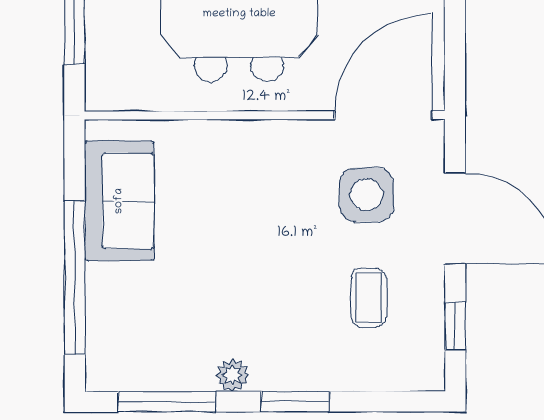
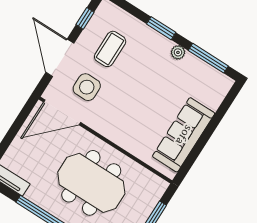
sofa: (119, 201) -> (184, 135), width x1.36
window: (75, 278) -> (213, 125), removed
coffee table: (369, 298) -> (110, 49), width x1.36, depth x1.30

